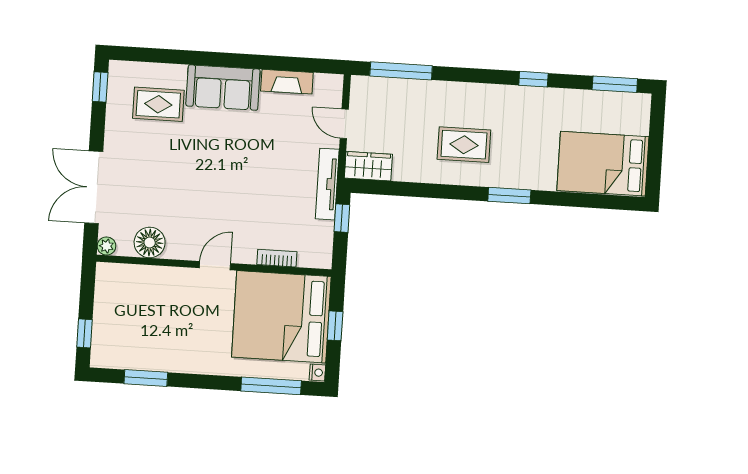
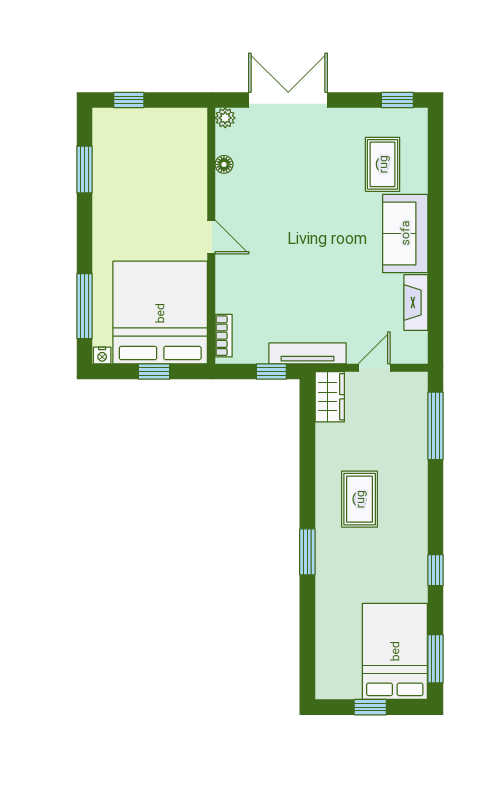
window: (655, 147) -> (370, 707), added
bed: (603, 164) -> (395, 651), moved
floor lamp: (150, 242) -> (224, 164), width x0.53, depth x0.53
bookcase: (277, 258) -> (224, 336), moved

